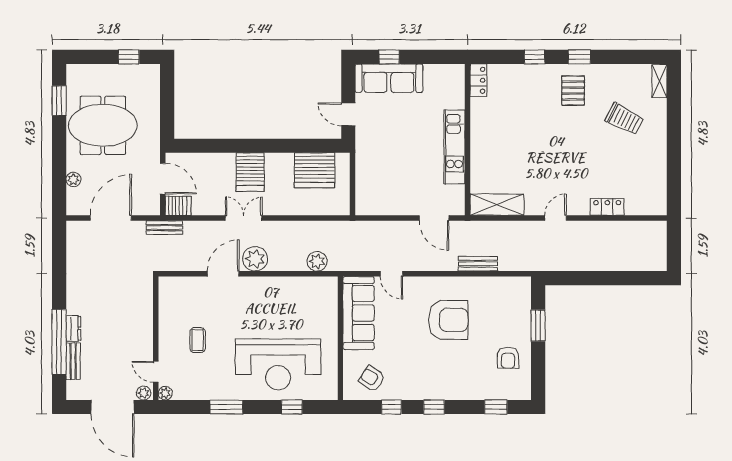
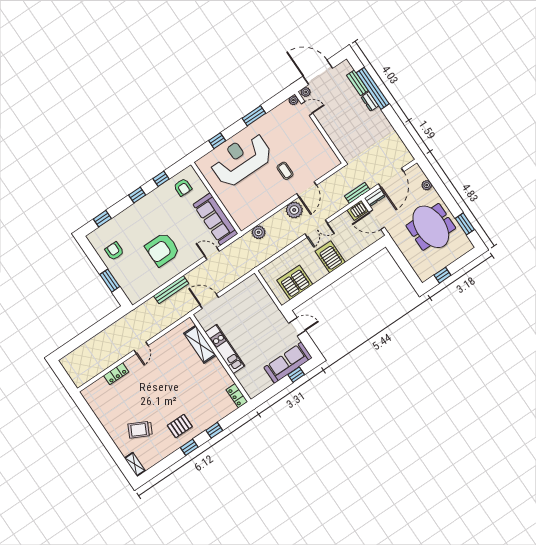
pallet: (573, 91) -> (180, 426), turned 90
meeting table: (103, 125) -> (431, 227), turned 90
shelving: (497, 205) -> (200, 344), moved, turned 90
dresser: (147, 208) -> (375, 197), added
bench: (478, 264) -> (171, 290), width x1.36
coffee table: (198, 340) -> (285, 171), moved
armchair: (372, 379) -> (183, 187), turned 56

